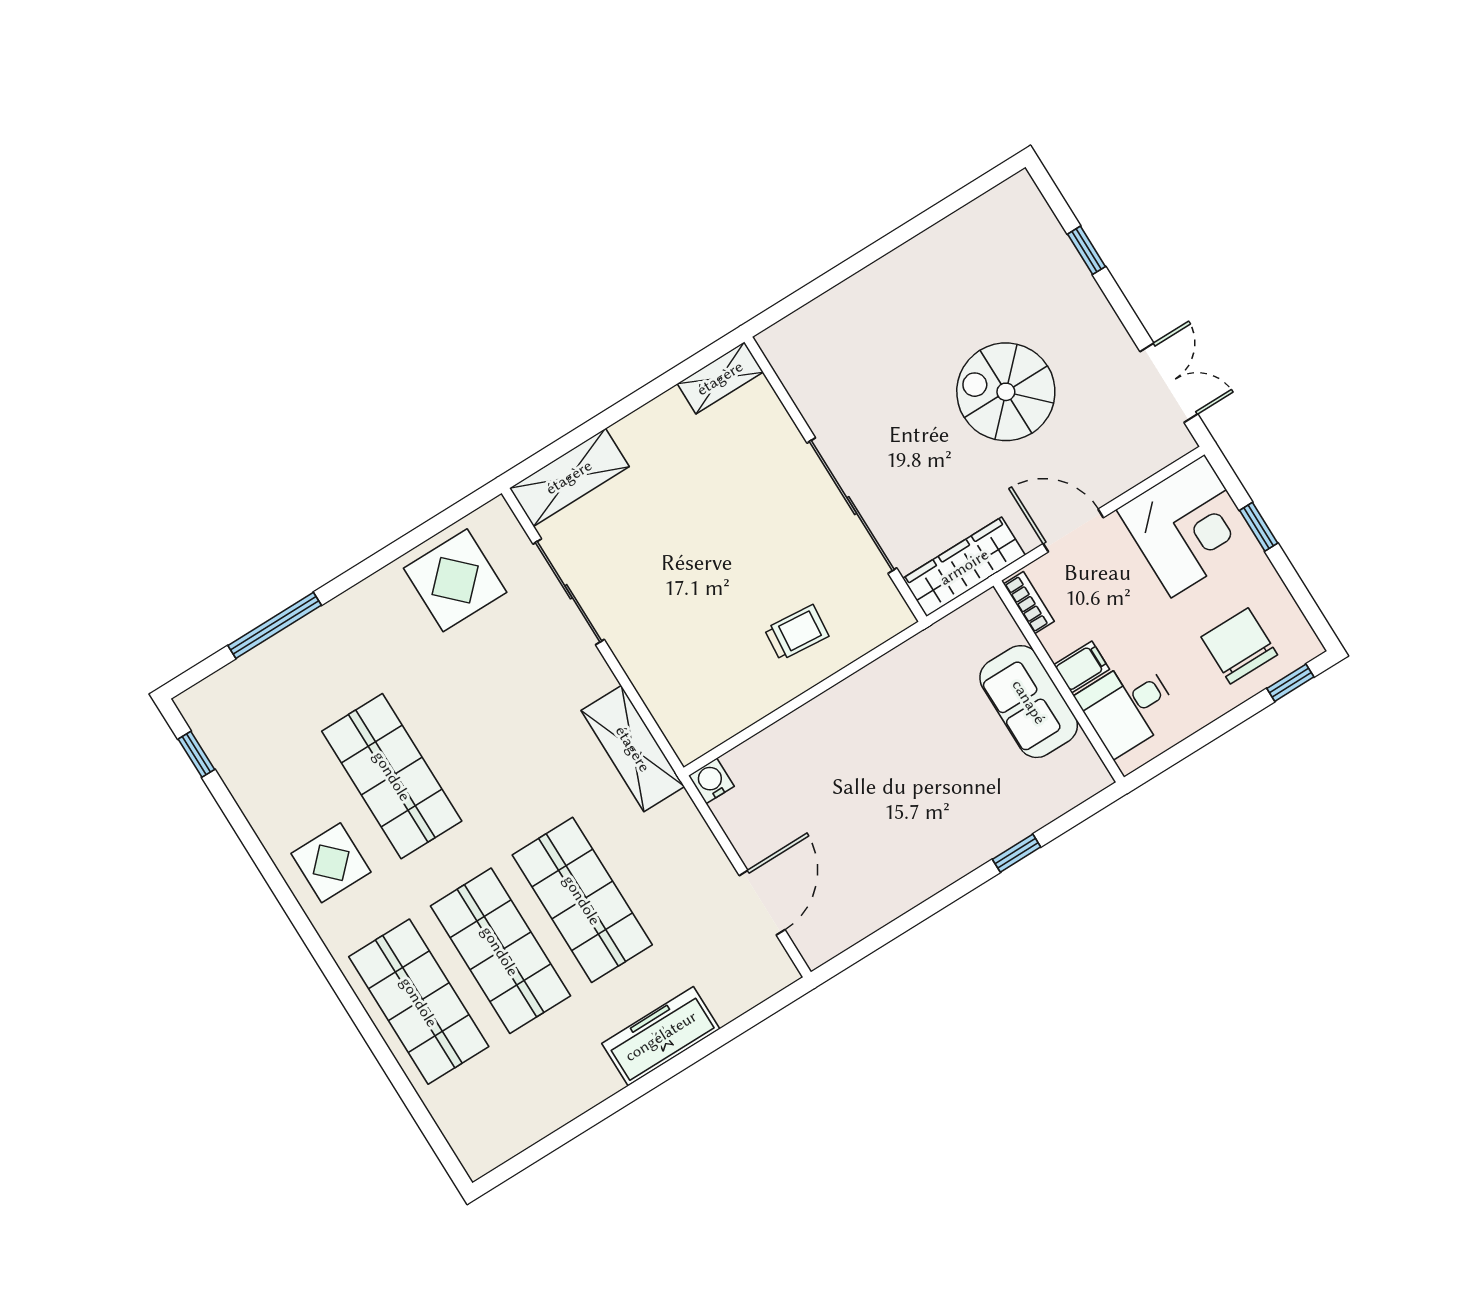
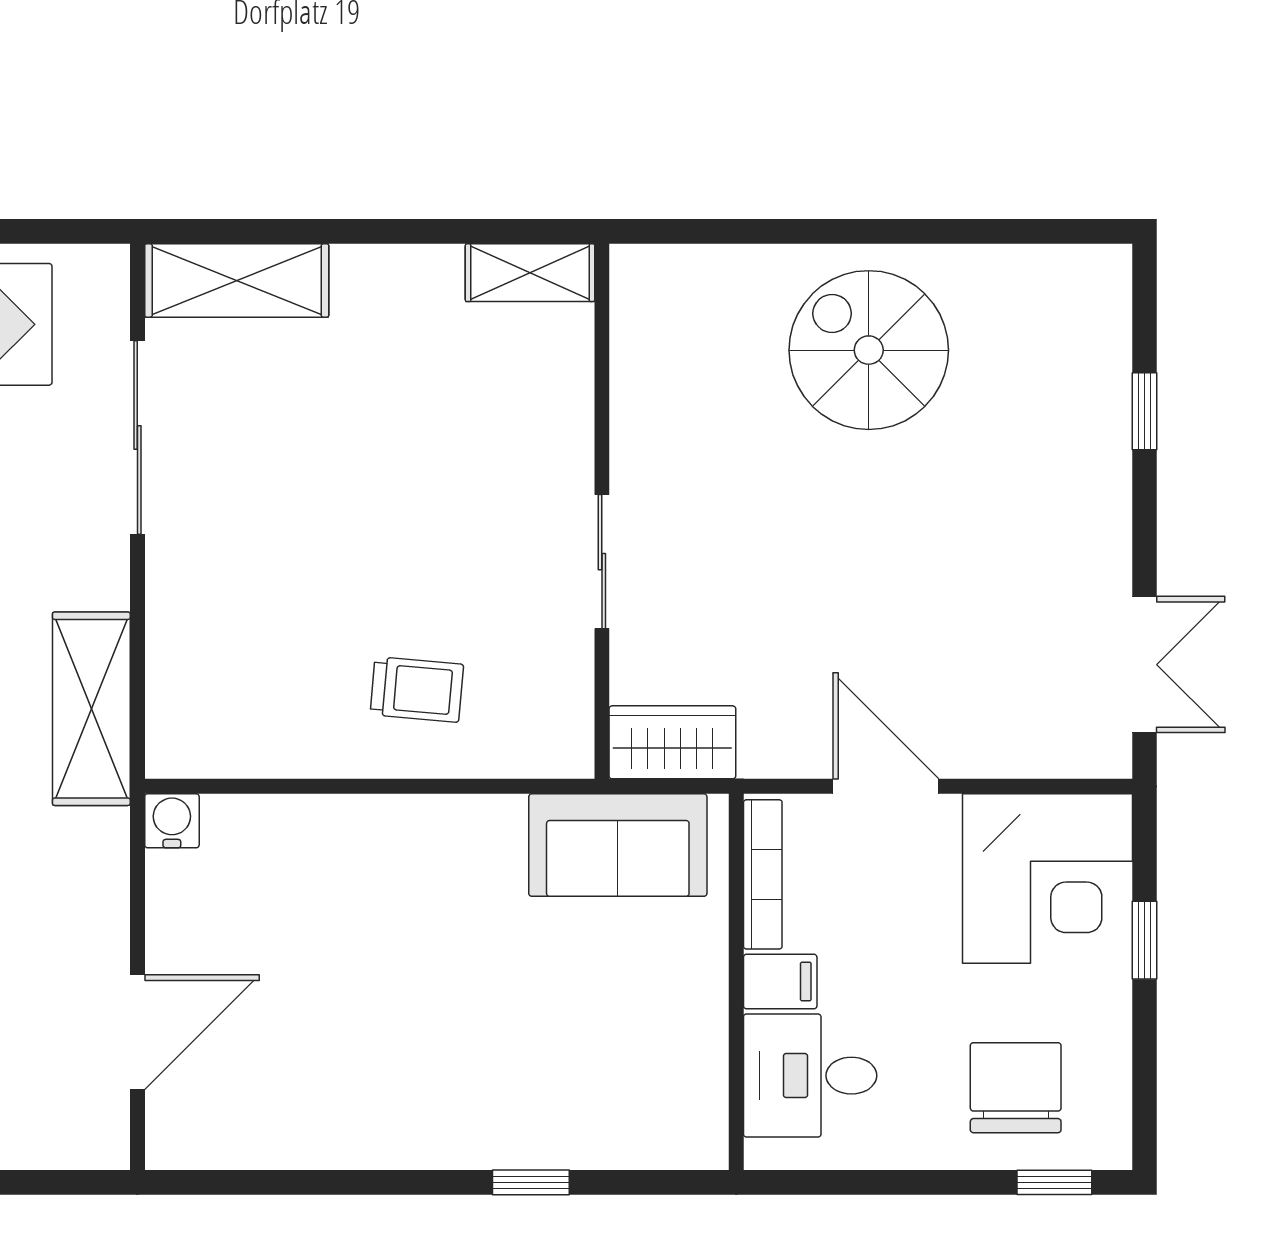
spiral stairs: (1006, 392) -> (869, 350), moved
sliding door: (852, 506) -> (602, 562), width x0.54
wardrobe: (964, 567) -> (672, 742), width x0.67
bookcase: (1029, 603) -> (763, 874), width x1.56
sofa: (1029, 702) -> (618, 845), moved, turned -90

